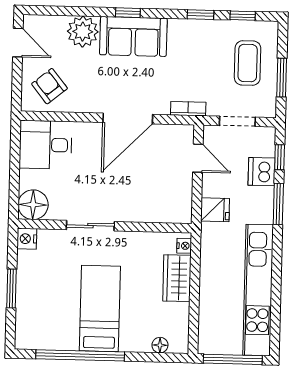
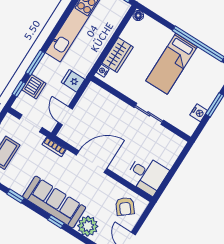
sofa: (133, 36) -> (54, 202), width x1.36
floor lamp: (33, 205) -> (174, 145), removed
nightstand: (27, 239) -> (199, 113), moved
floor lamp: (160, 345) -> (138, 15), moved

